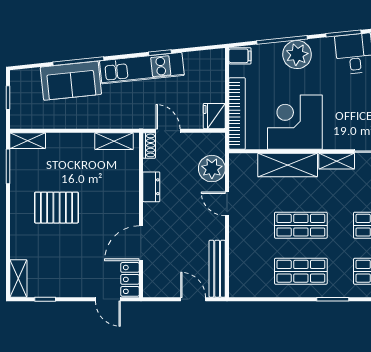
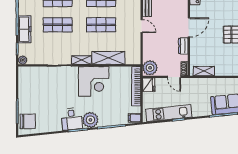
plant: (297, 55) -> (90, 120), moved
kitchen unit: (142, 68) -> (169, 113), moved
corner desk: (295, 122) -> (94, 81), moved
plant: (212, 169) -> (150, 68), moved
door: (227, 204) -> (142, 26), moved
door: (141, 243) -> (189, 27), moved

